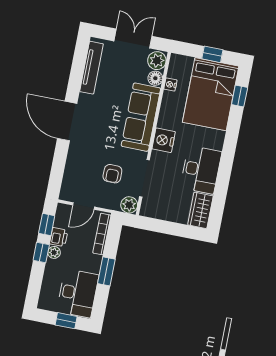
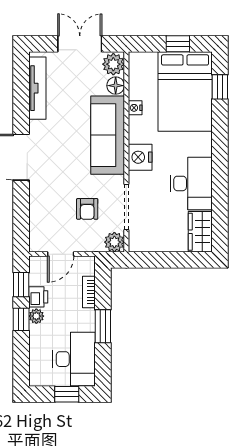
nightstand: (170, 85) -> (135, 108), moved
bookcase: (102, 234) -> (89, 292), width x0.64

